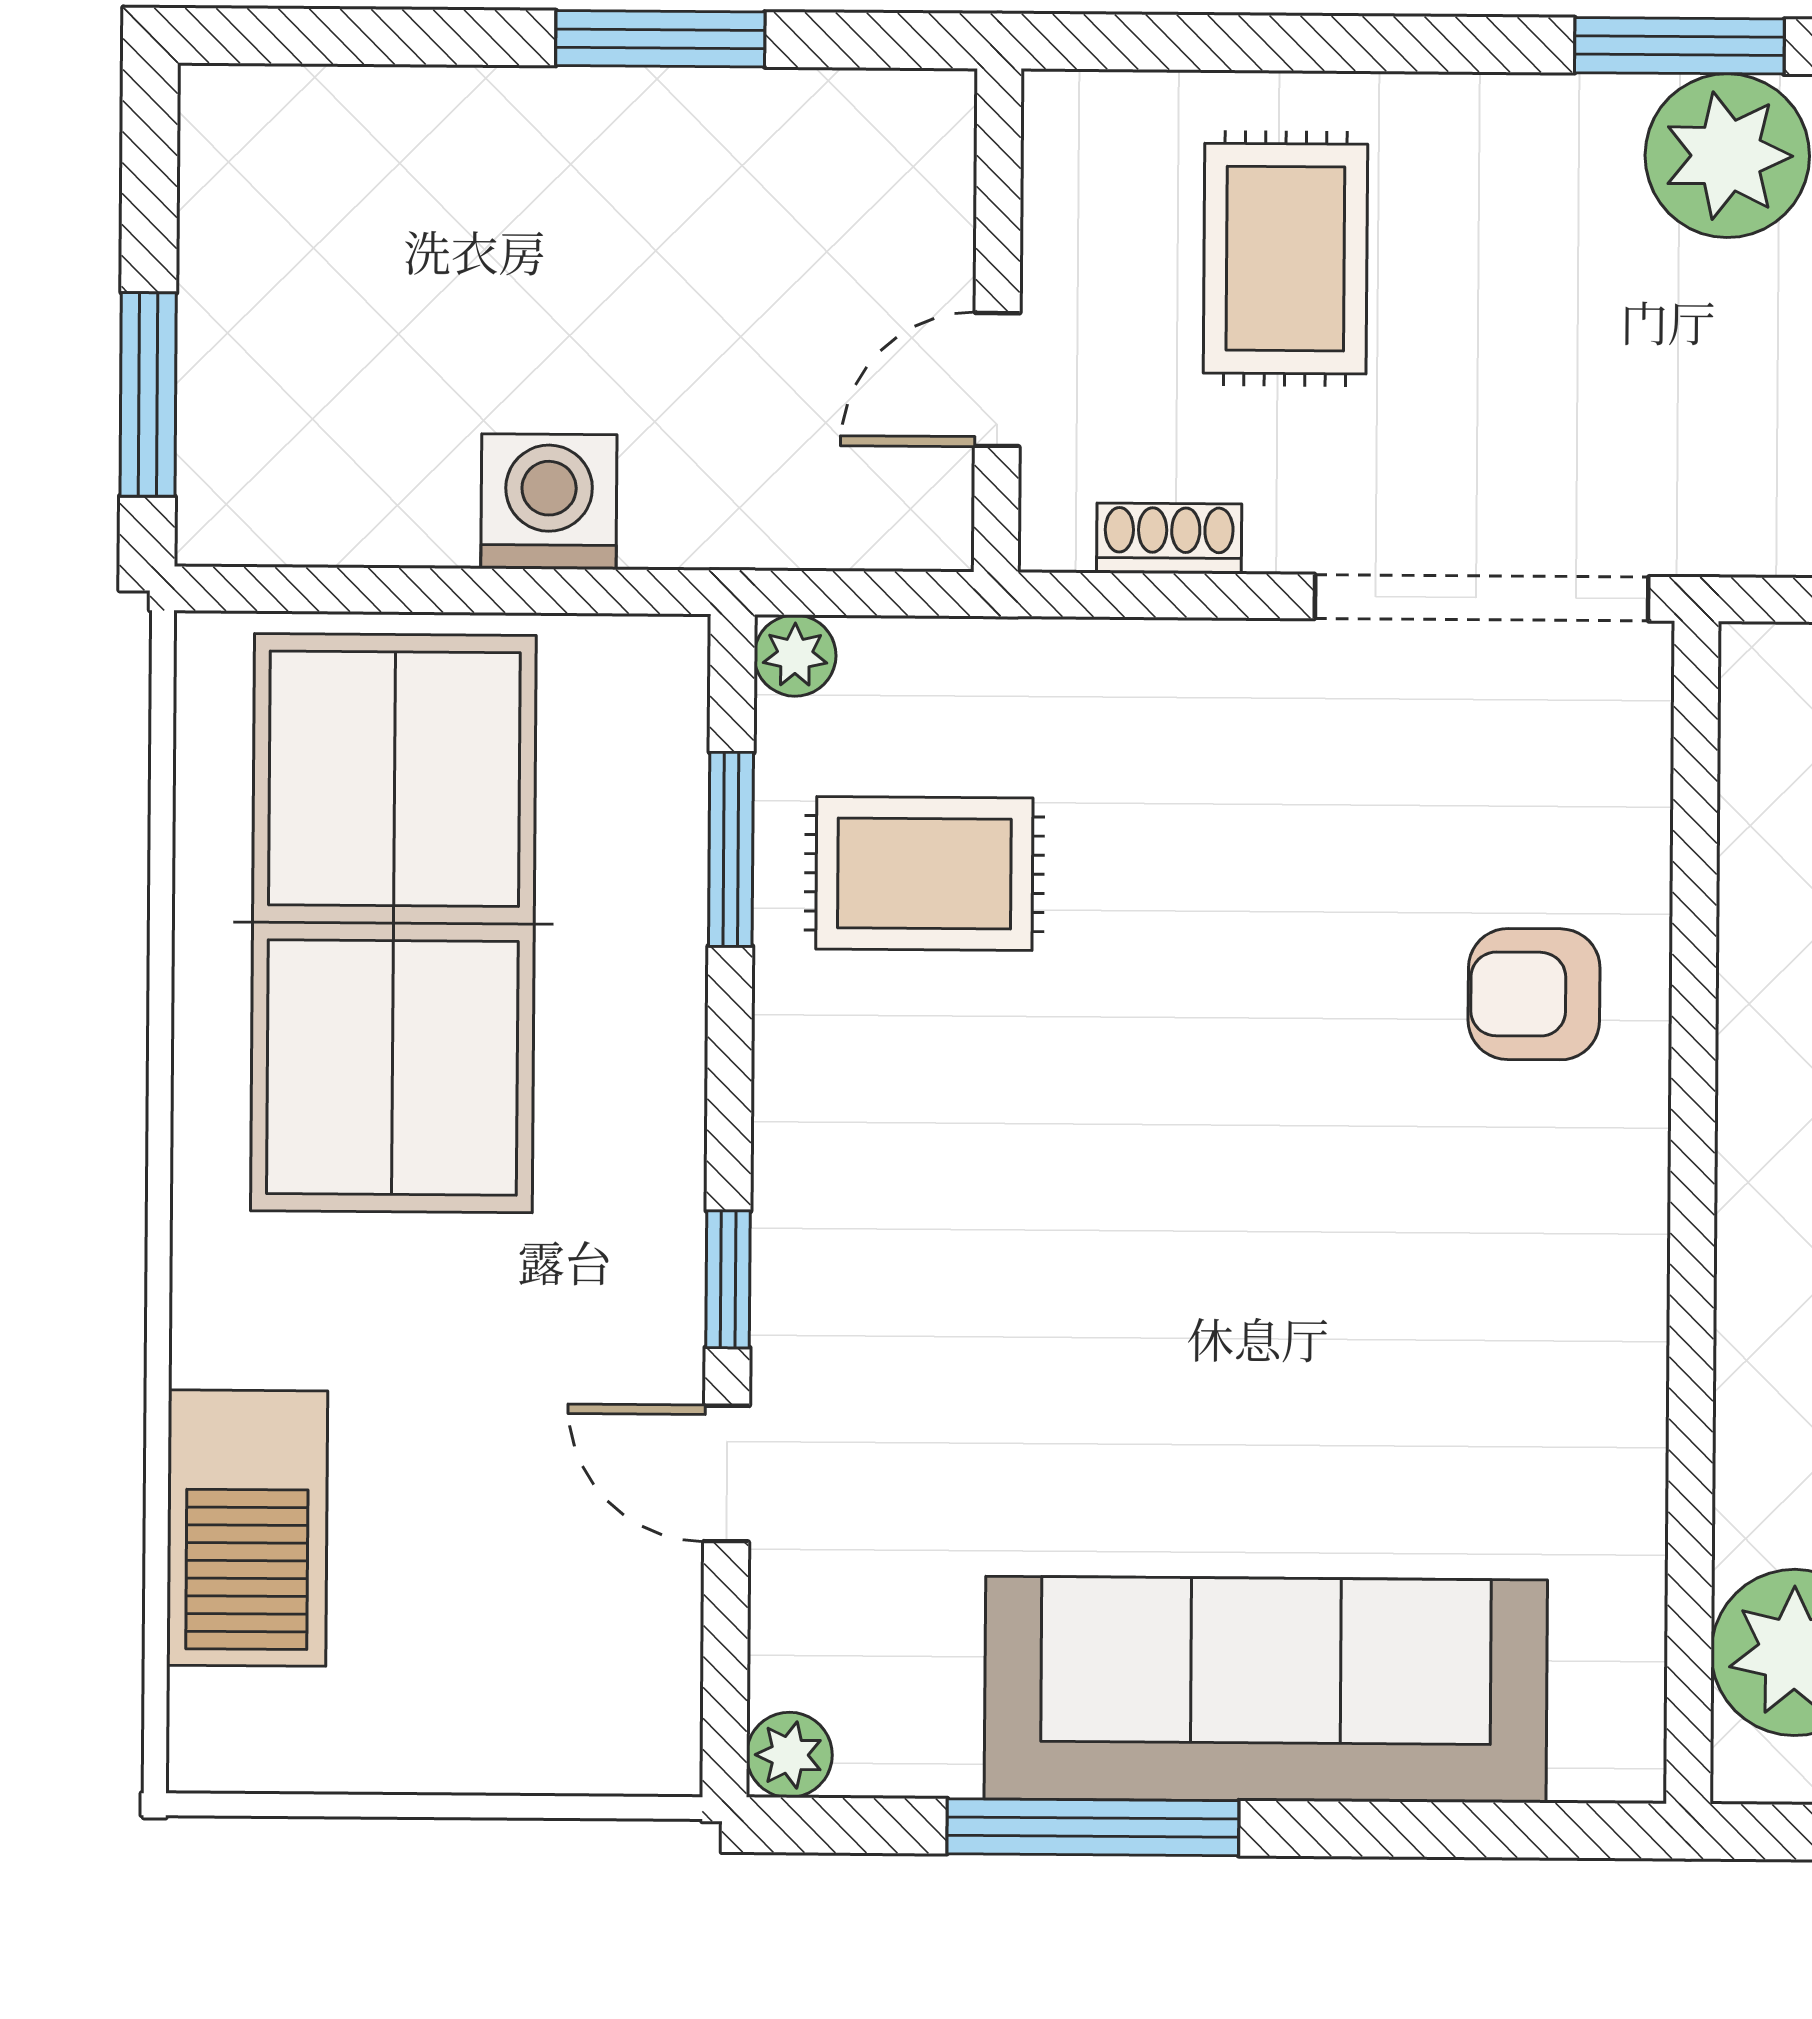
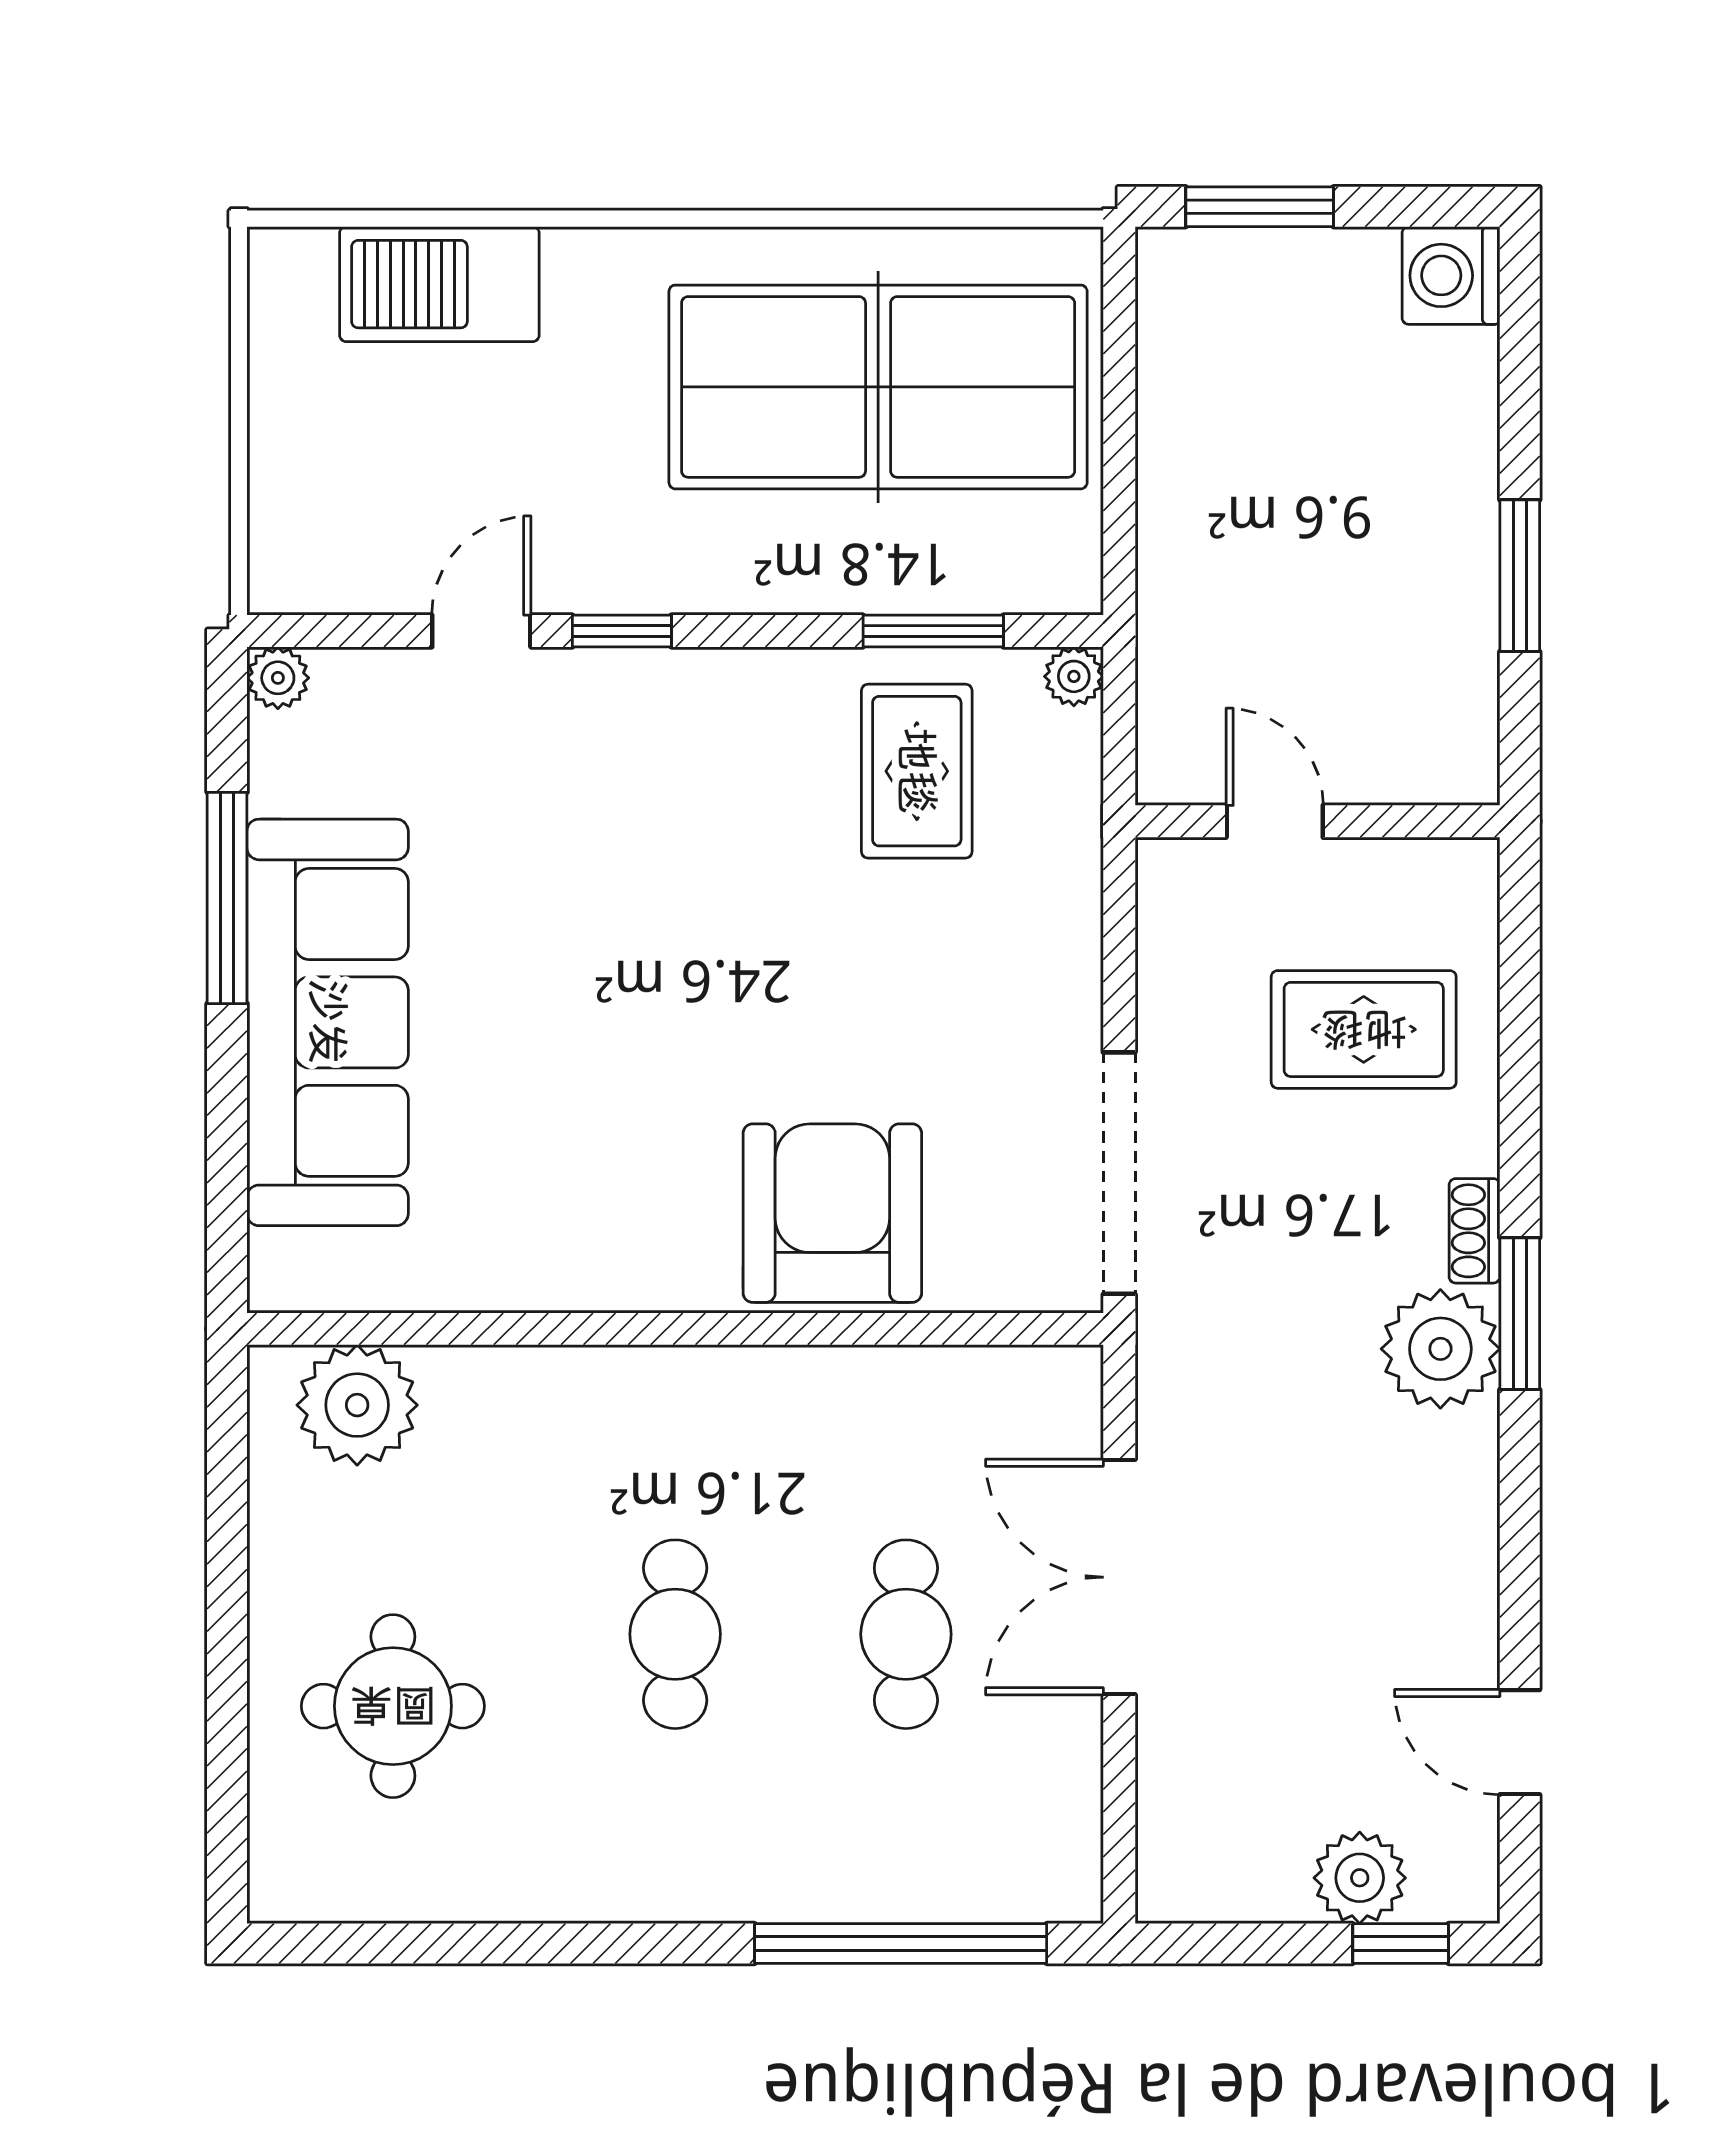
washing machine: (549, 502) -> (1451, 275), moved, turned 180
shoe rack: (1169, 538) -> (1475, 1231), moved, turned 180
armchair: (1534, 994) -> (832, 1213), width x1.88, depth x1.88

